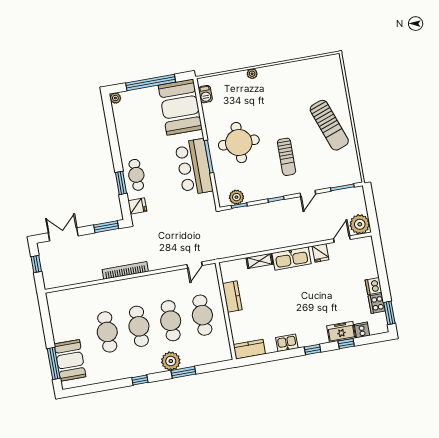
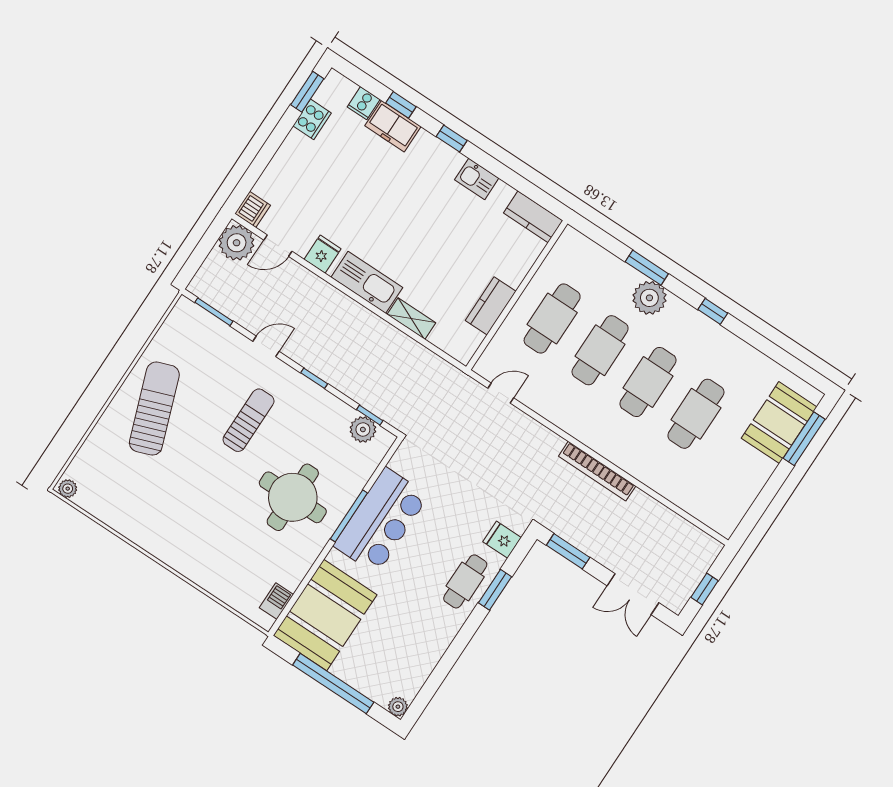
plant: (252, 74) -> (68, 489), moved
dishwasher: (374, 286) -> (253, 209), moved

